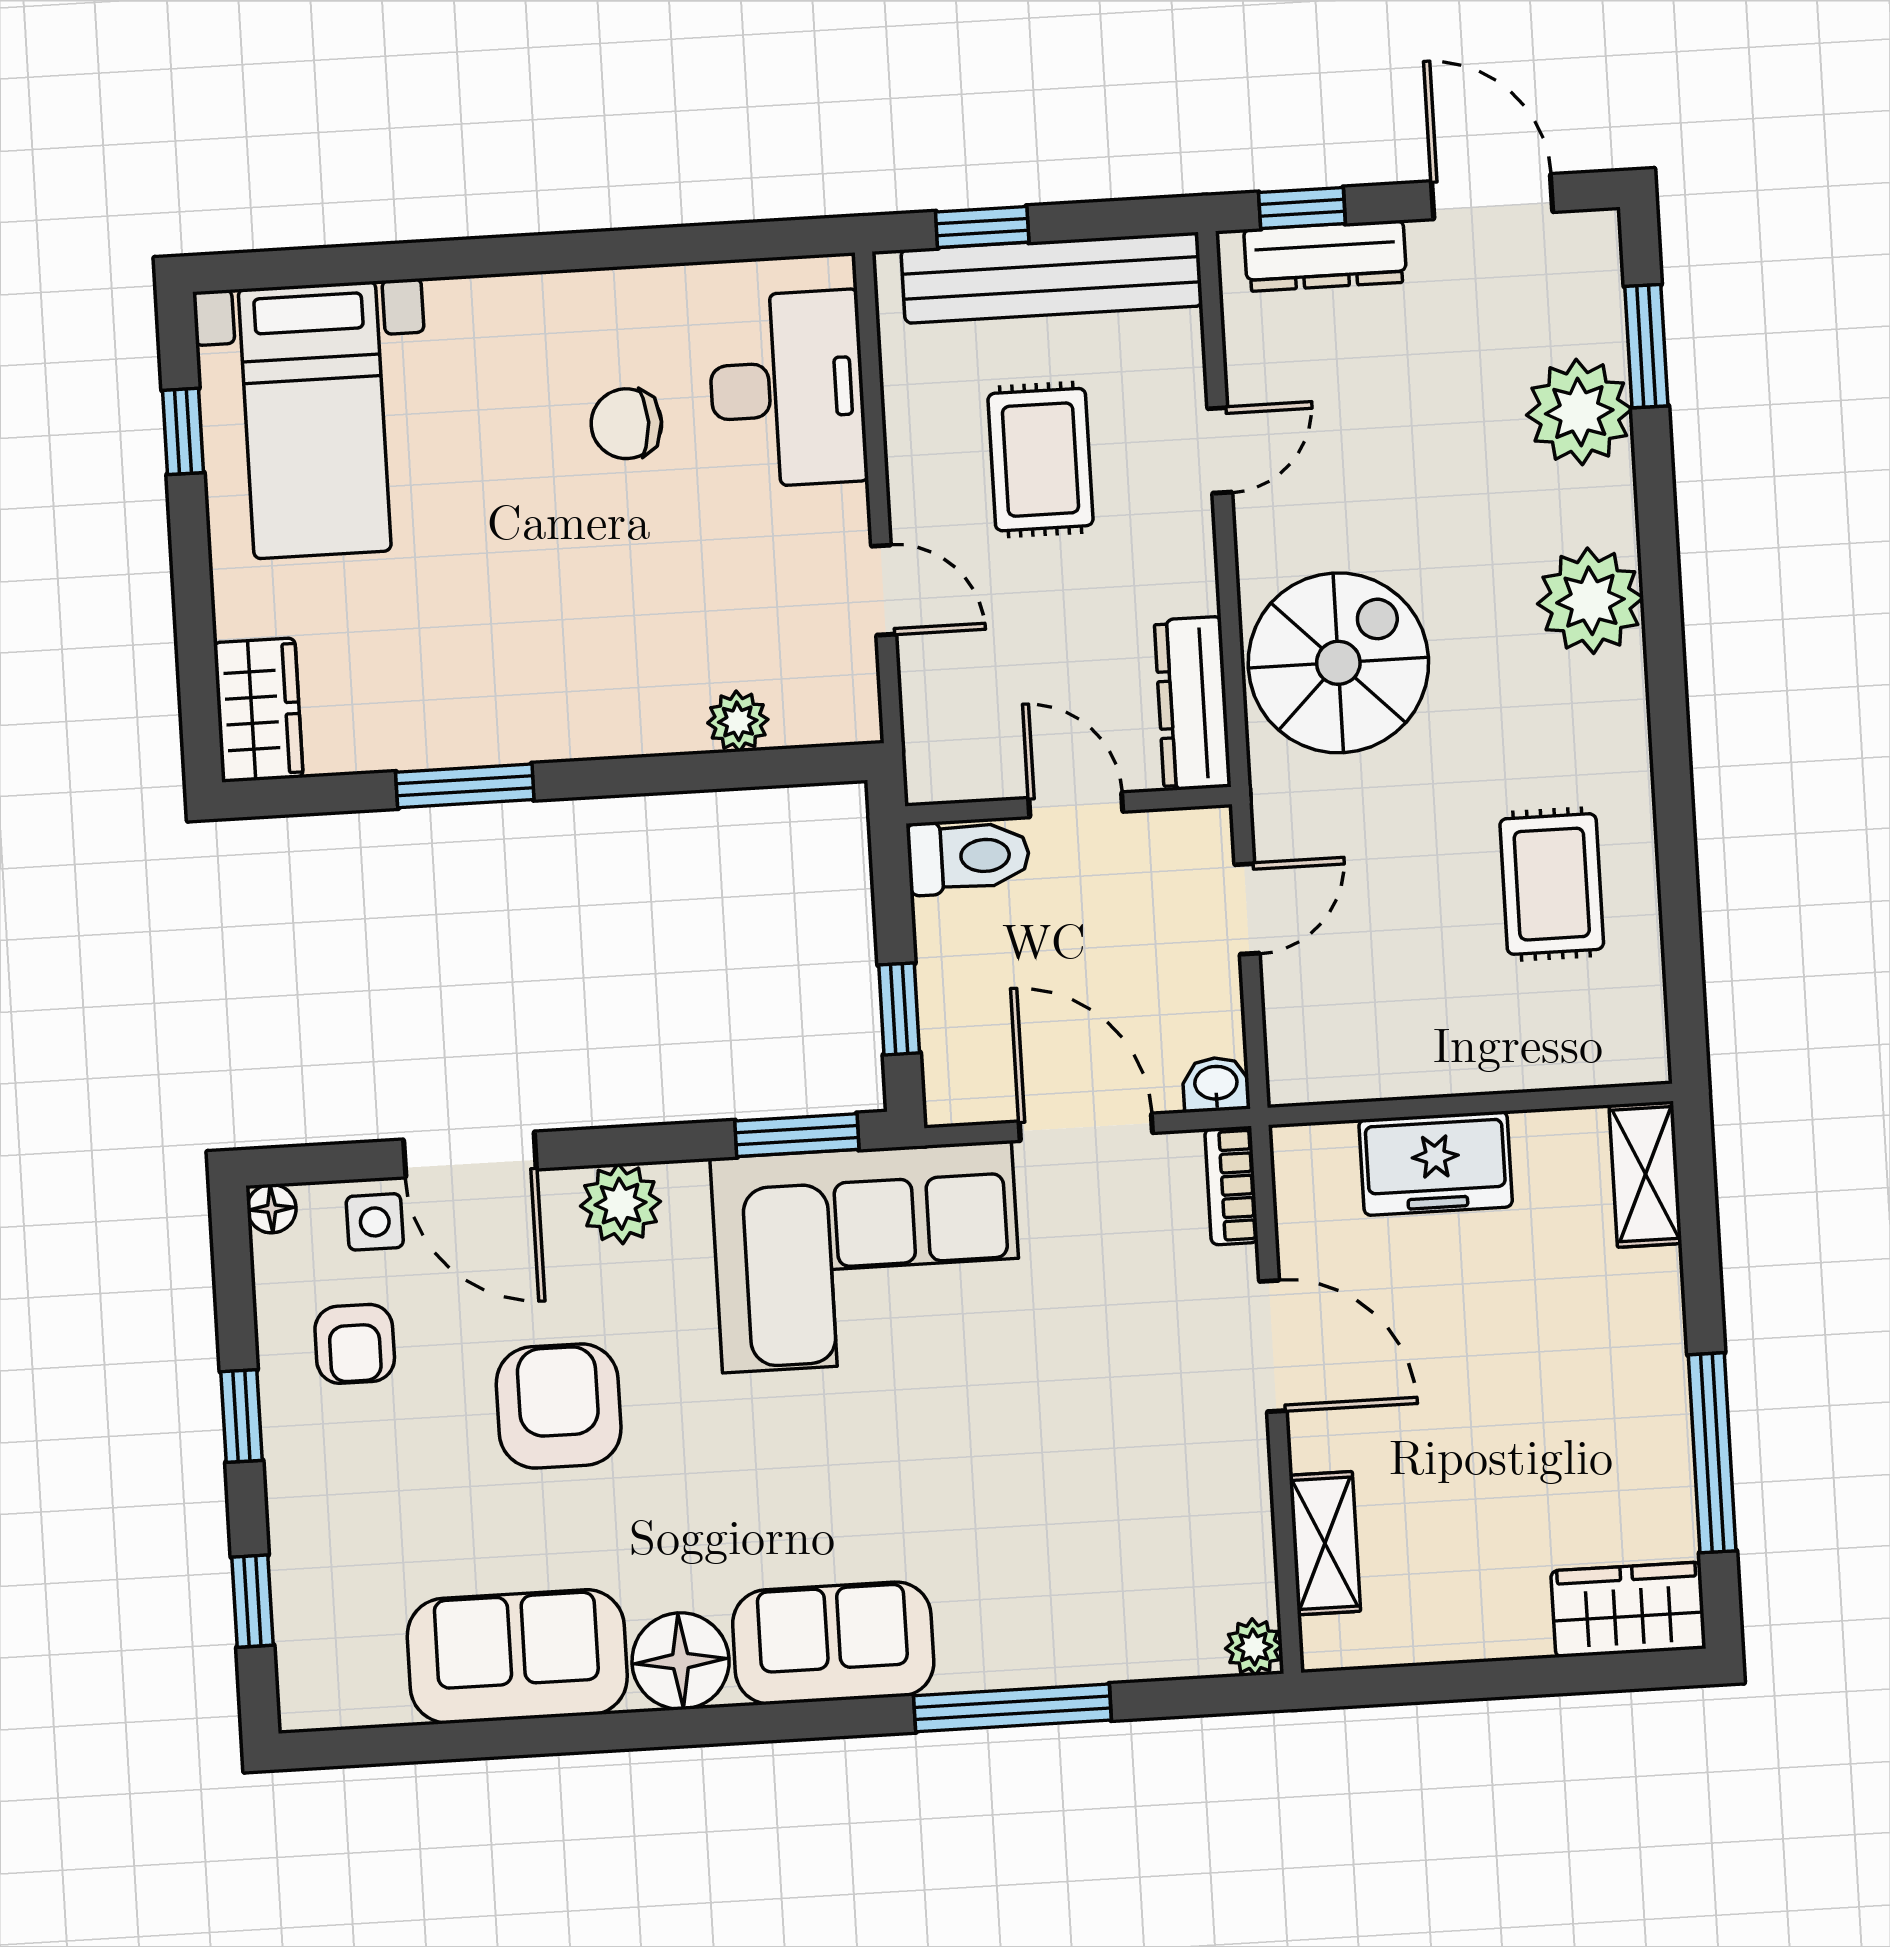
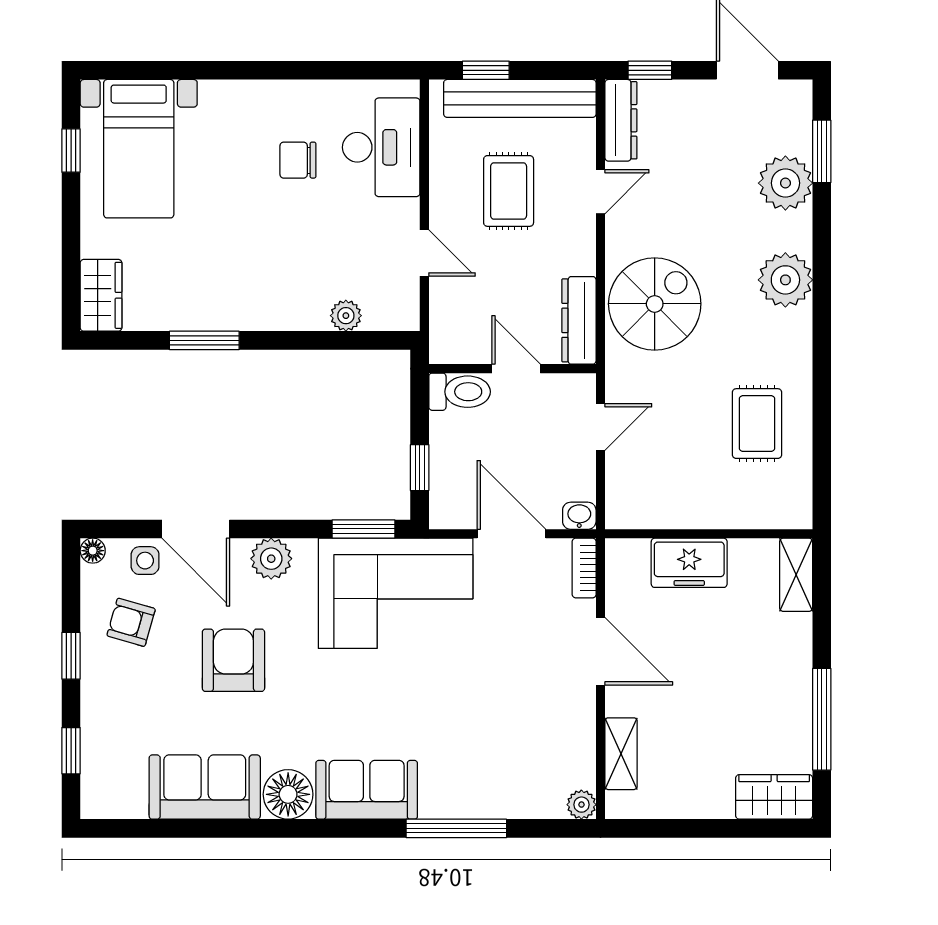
dresser: (1325, 256) -> (621, 120), moved, turned -90
armchair: (355, 1344) -> (131, 622), turned 106

